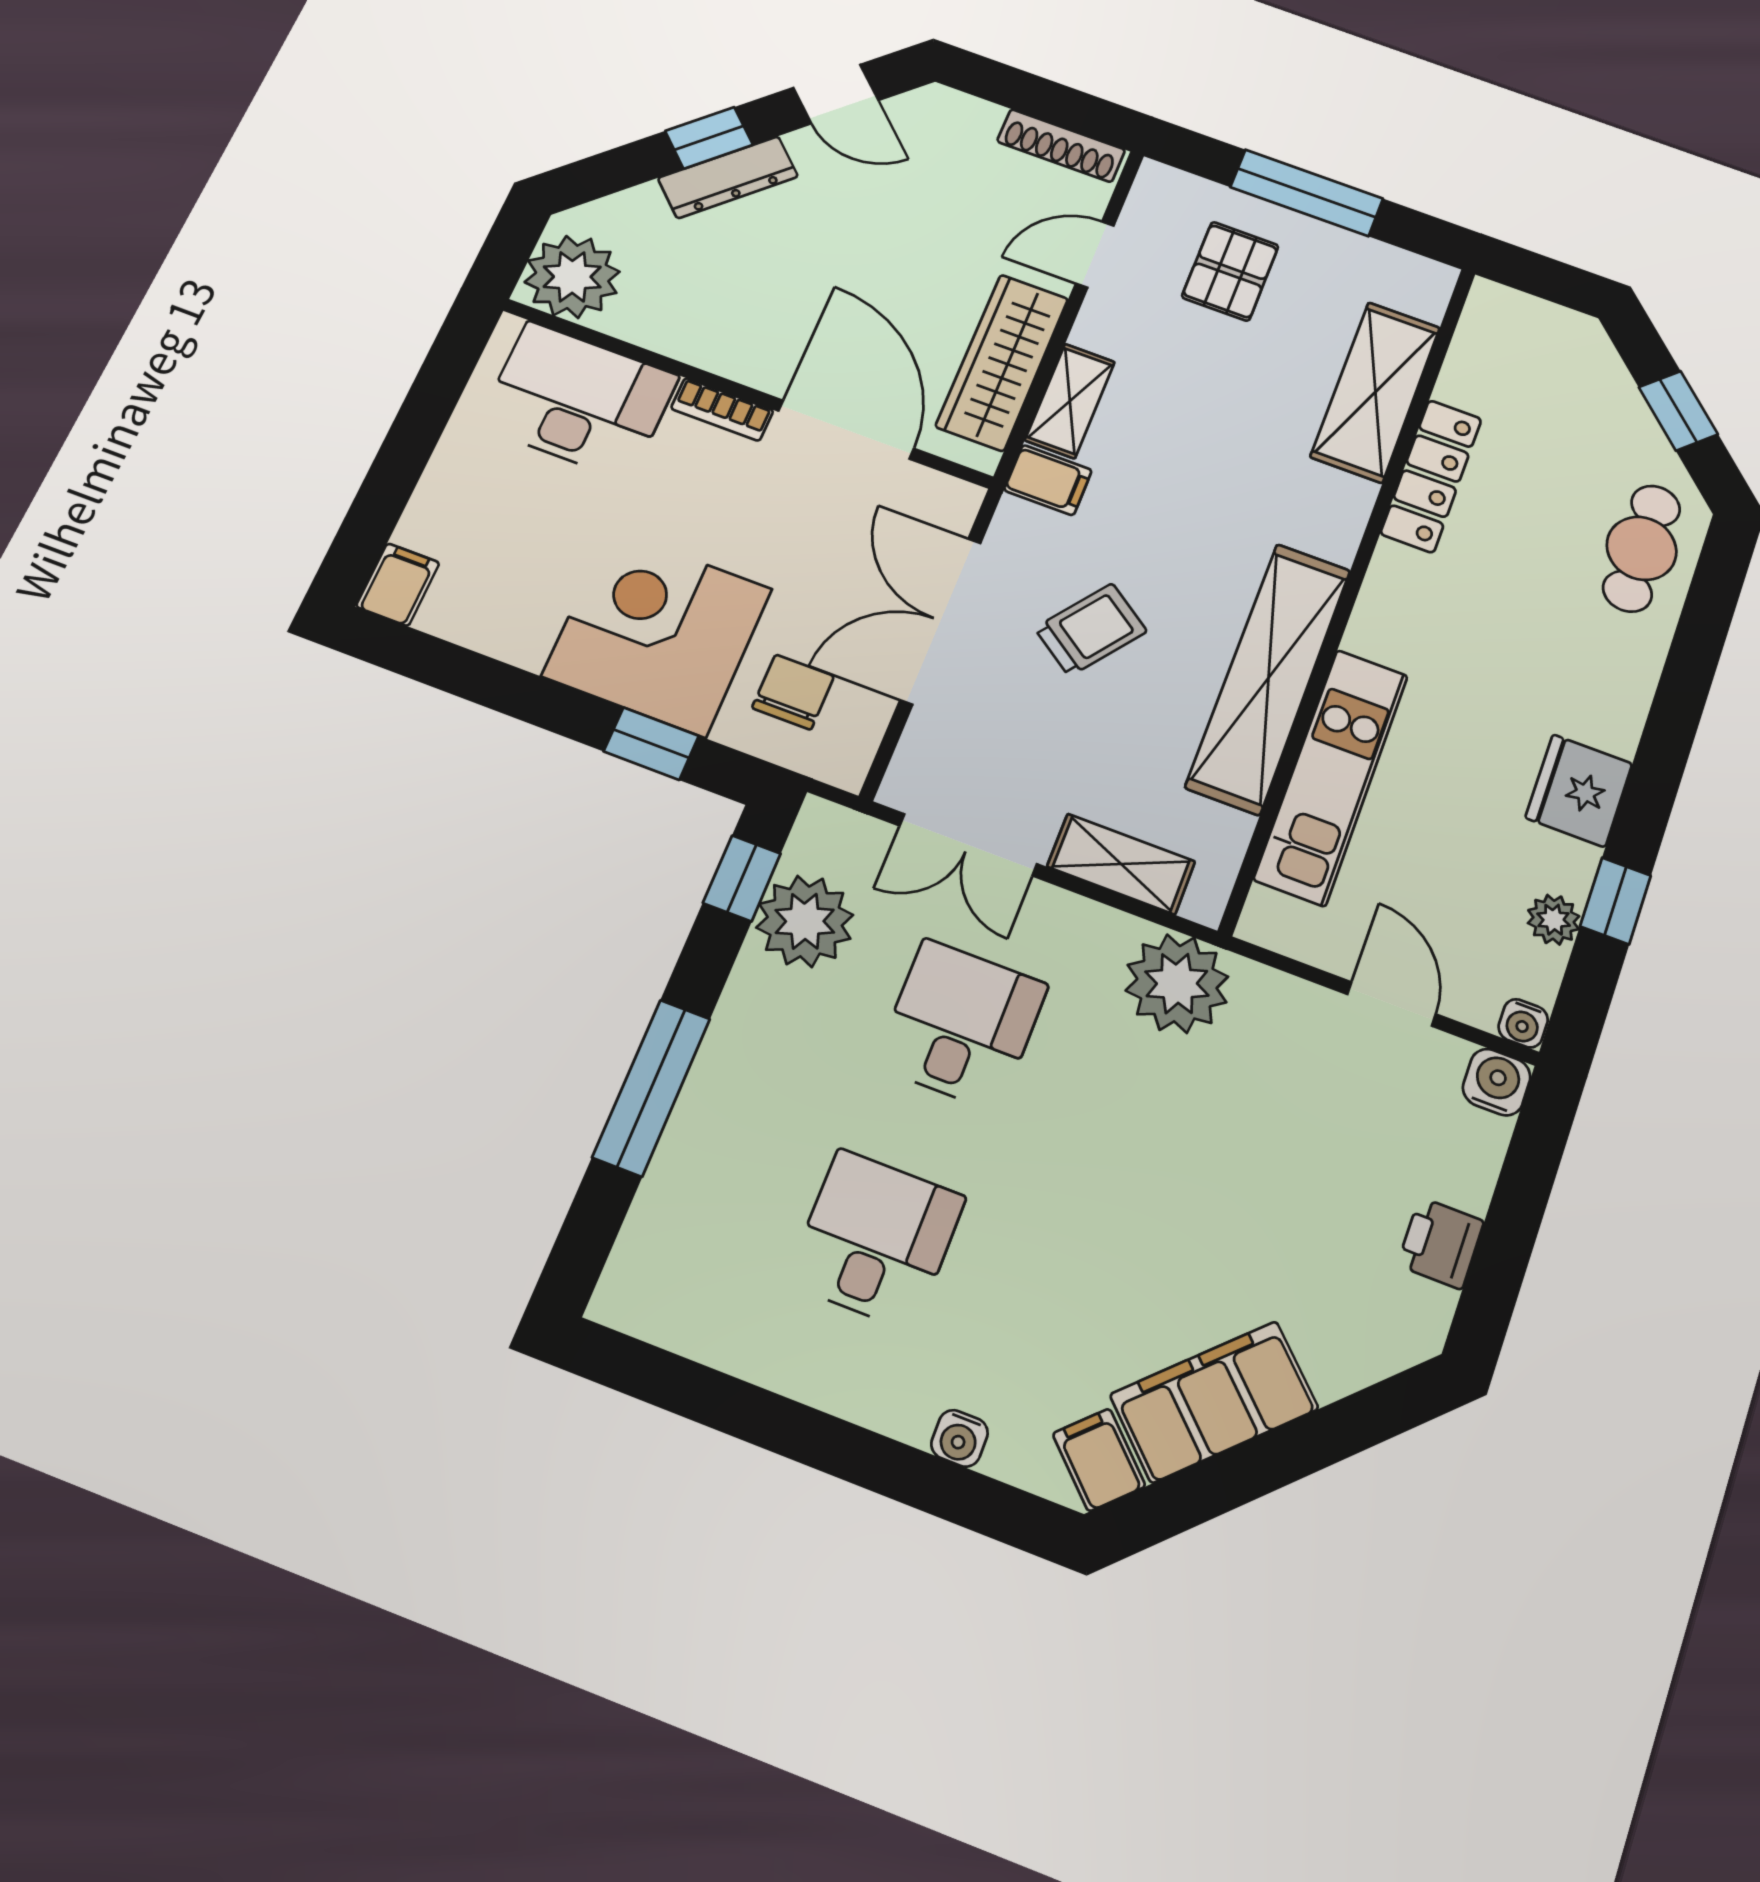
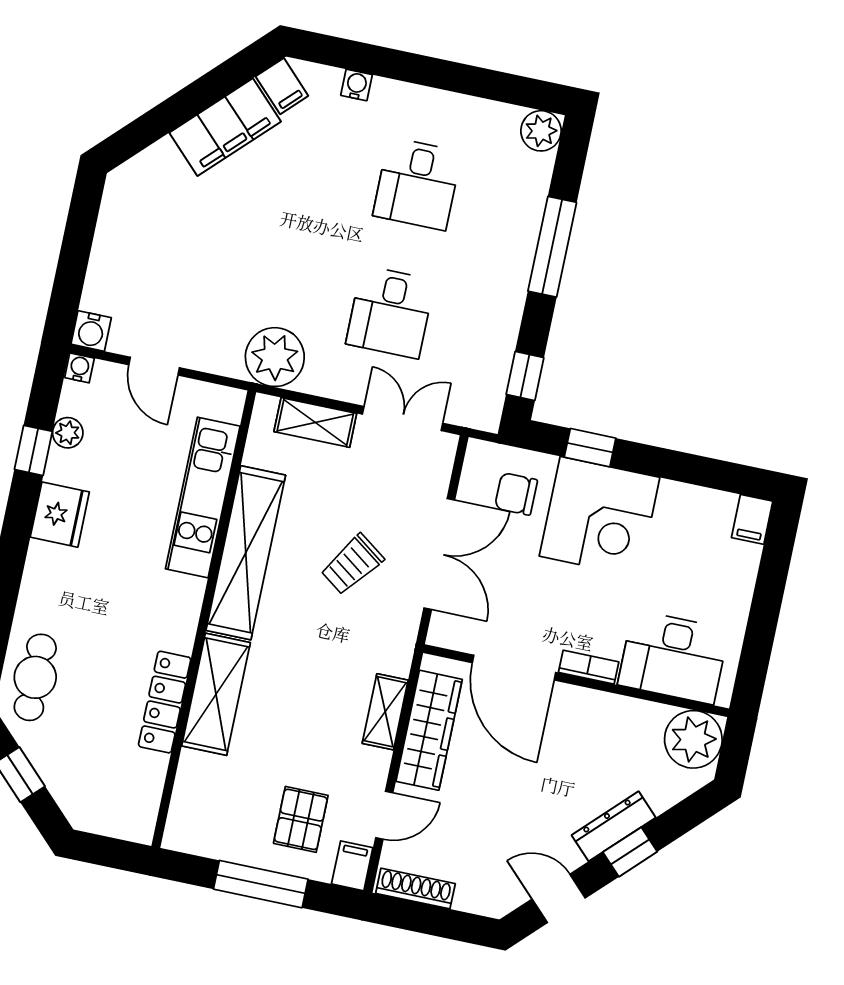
shelving: (1375, 392) -> (216, 694), moved
filing cabinet: (1048, 480) -> (352, 866), moved, turned 90
chair: (793, 692) -> (516, 494), turned 90
plant: (805, 921) -> (541, 131), moved, width x0.73, depth x0.73
printer: (1441, 1243) -> (113, 234), removed

